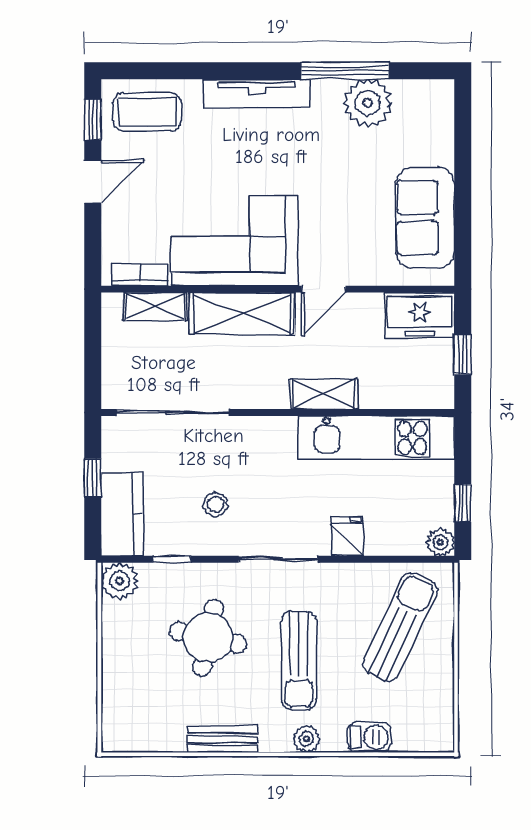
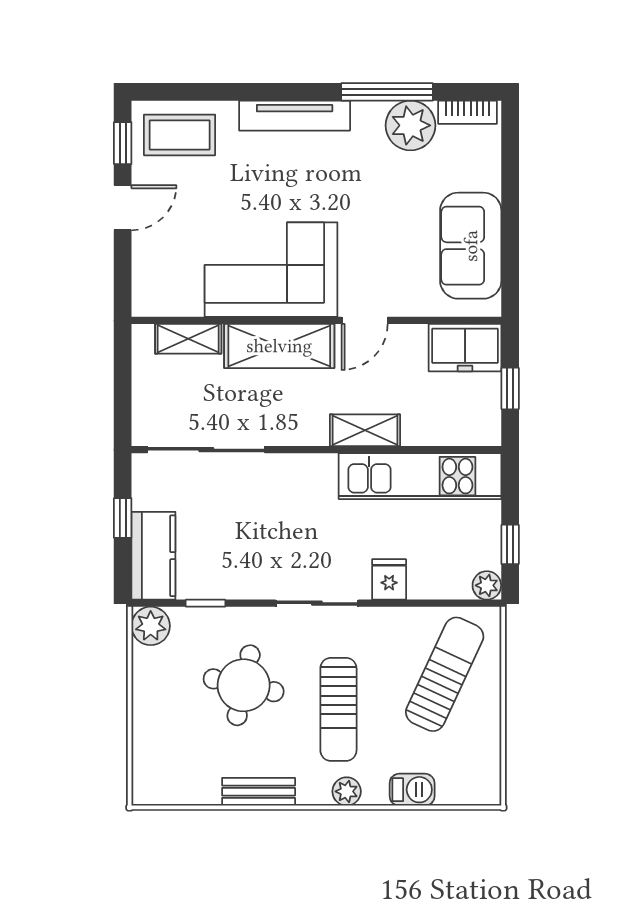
bookcase: (140, 275) -> (468, 112), moved, turned 180
stool: (216, 504) -> (251, 546), removed

